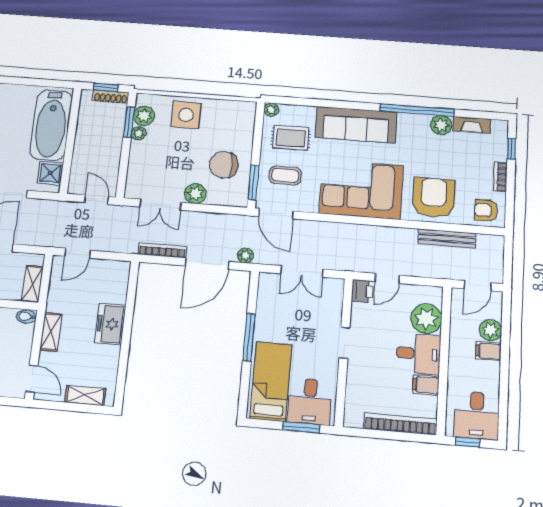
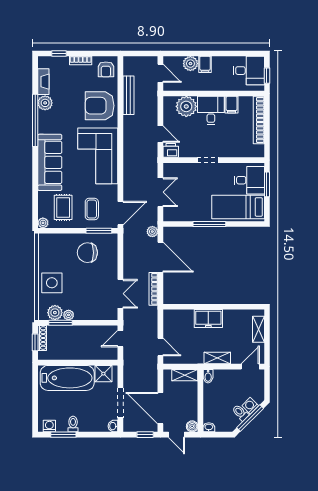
chair: (224, 165) -> (87, 253), turned 90
plant: (195, 194) -> (110, 270), removed

